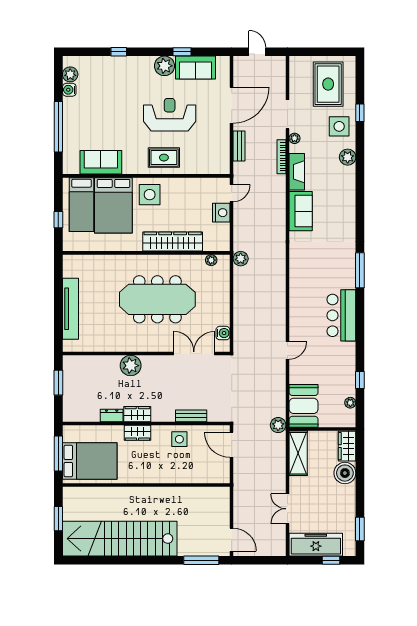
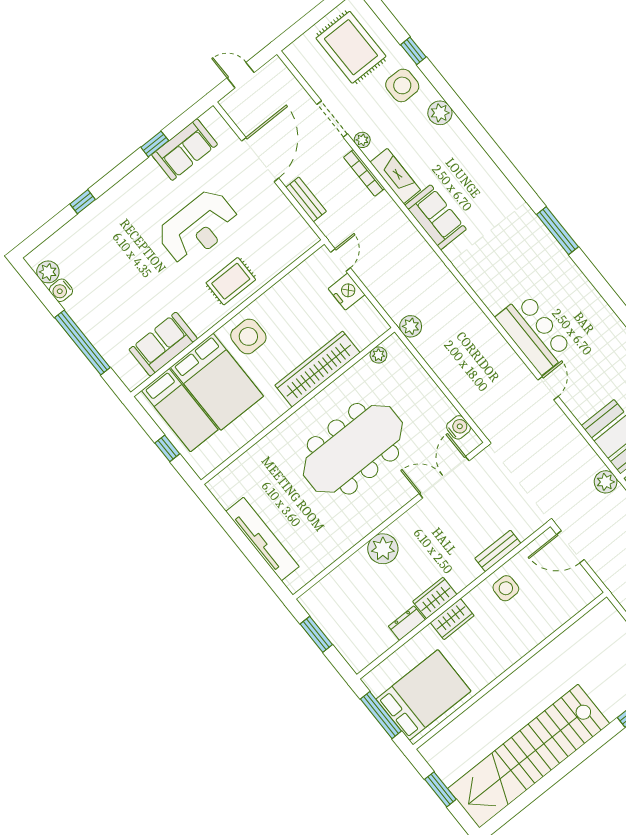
plant: (164, 66) -> (148, 176), removed
reception desk: (170, 115) -> (198, 227), turned 180
bar counter: (341, 315) -> (534, 334), moved, turned 180

